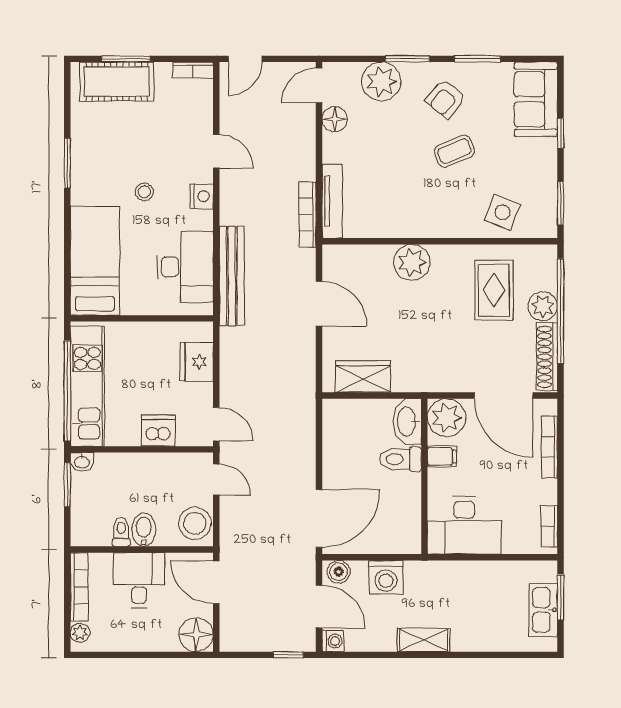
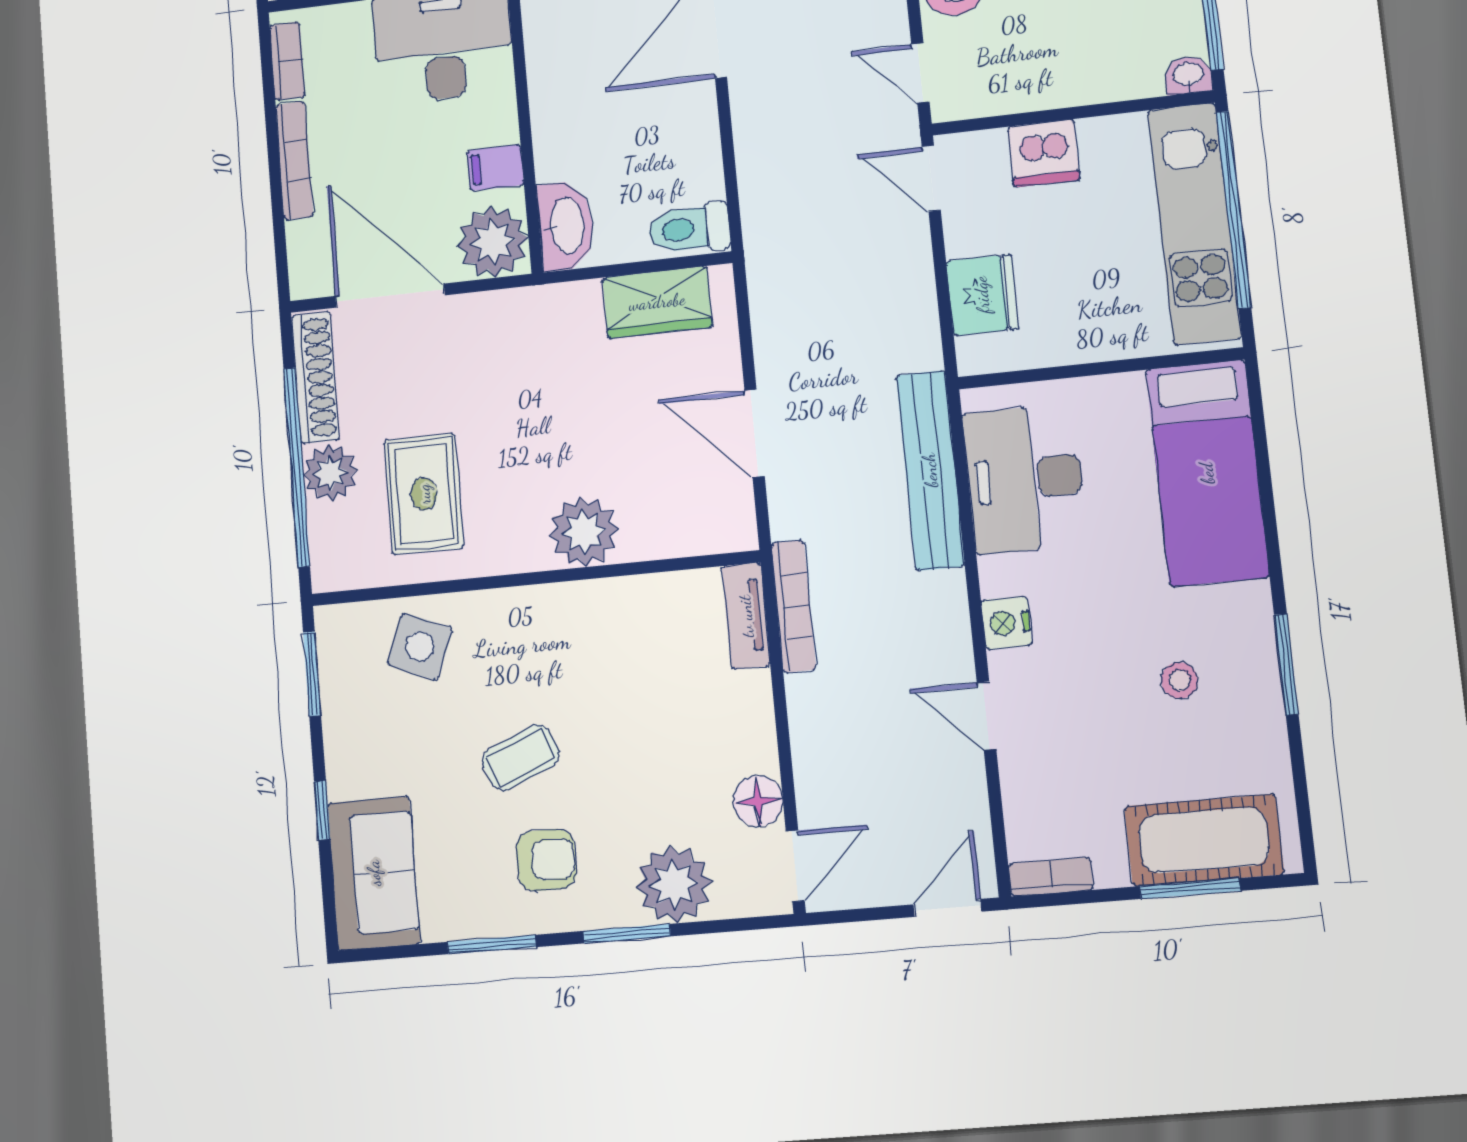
armchair: (446, 99) -> (546, 860), turned 51
stool: (144, 192) -> (1179, 680), moved
tv unit: (332, 201) -> (746, 616), width x0.71
bookcase: (549, 447) -> (294, 161), moved
toilet: (400, 459) -> (689, 229), moved, turned 180

